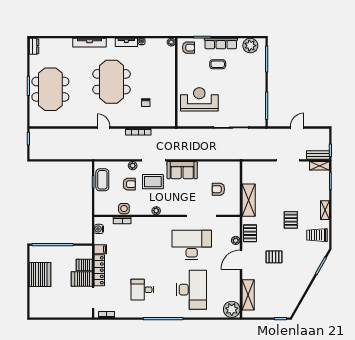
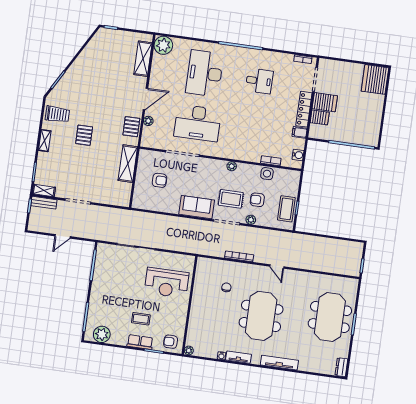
row of seats: (221, 43) -> (140, 342), width x0.68
pallet: (274, 257) -> (108, 97), removed
server rack: (40, 274) -> (375, 79), moved

